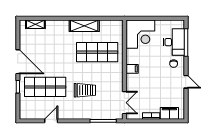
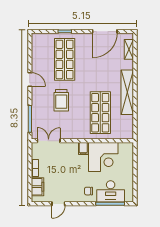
shelving: (84, 26) -> (127, 92), width x1.47
corner desk: (140, 34) -> (103, 157), moved, turned -90
door: (18, 62) -> (105, 31), moved
door: (186, 82) -> (58, 204), moved
double door: (124, 103) -> (49, 141), swing flipped
door: (51, 121) -> (30, 79), moved

